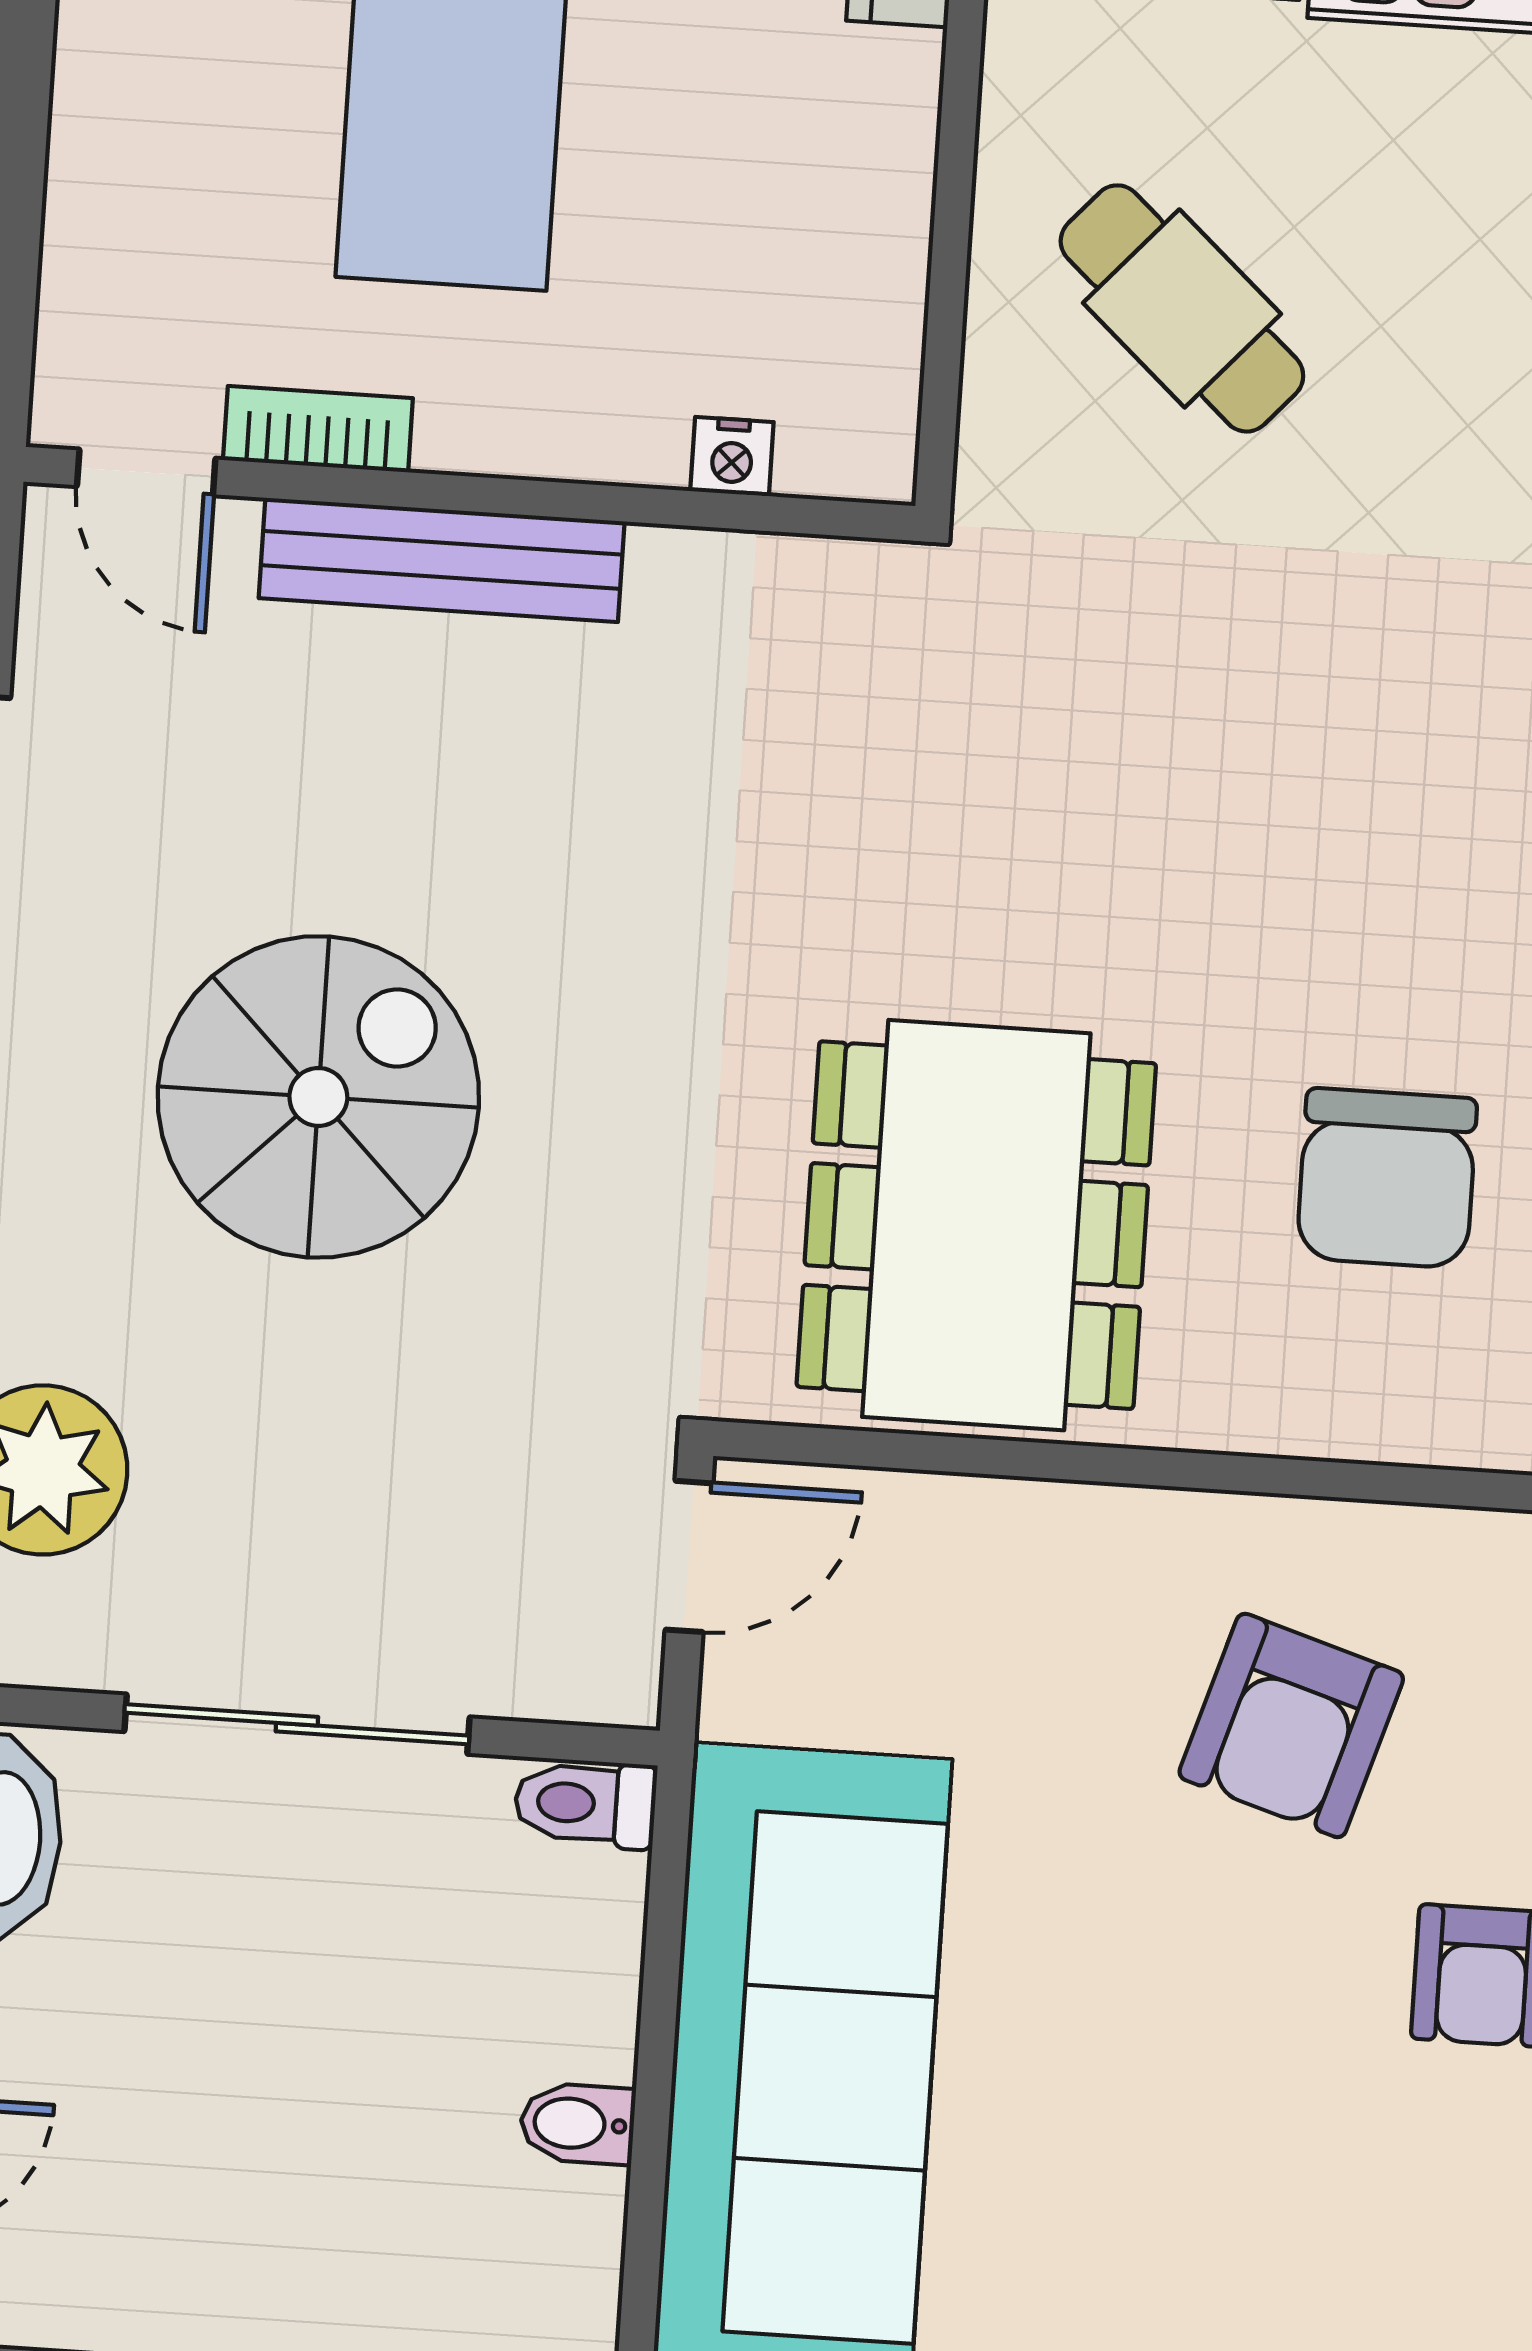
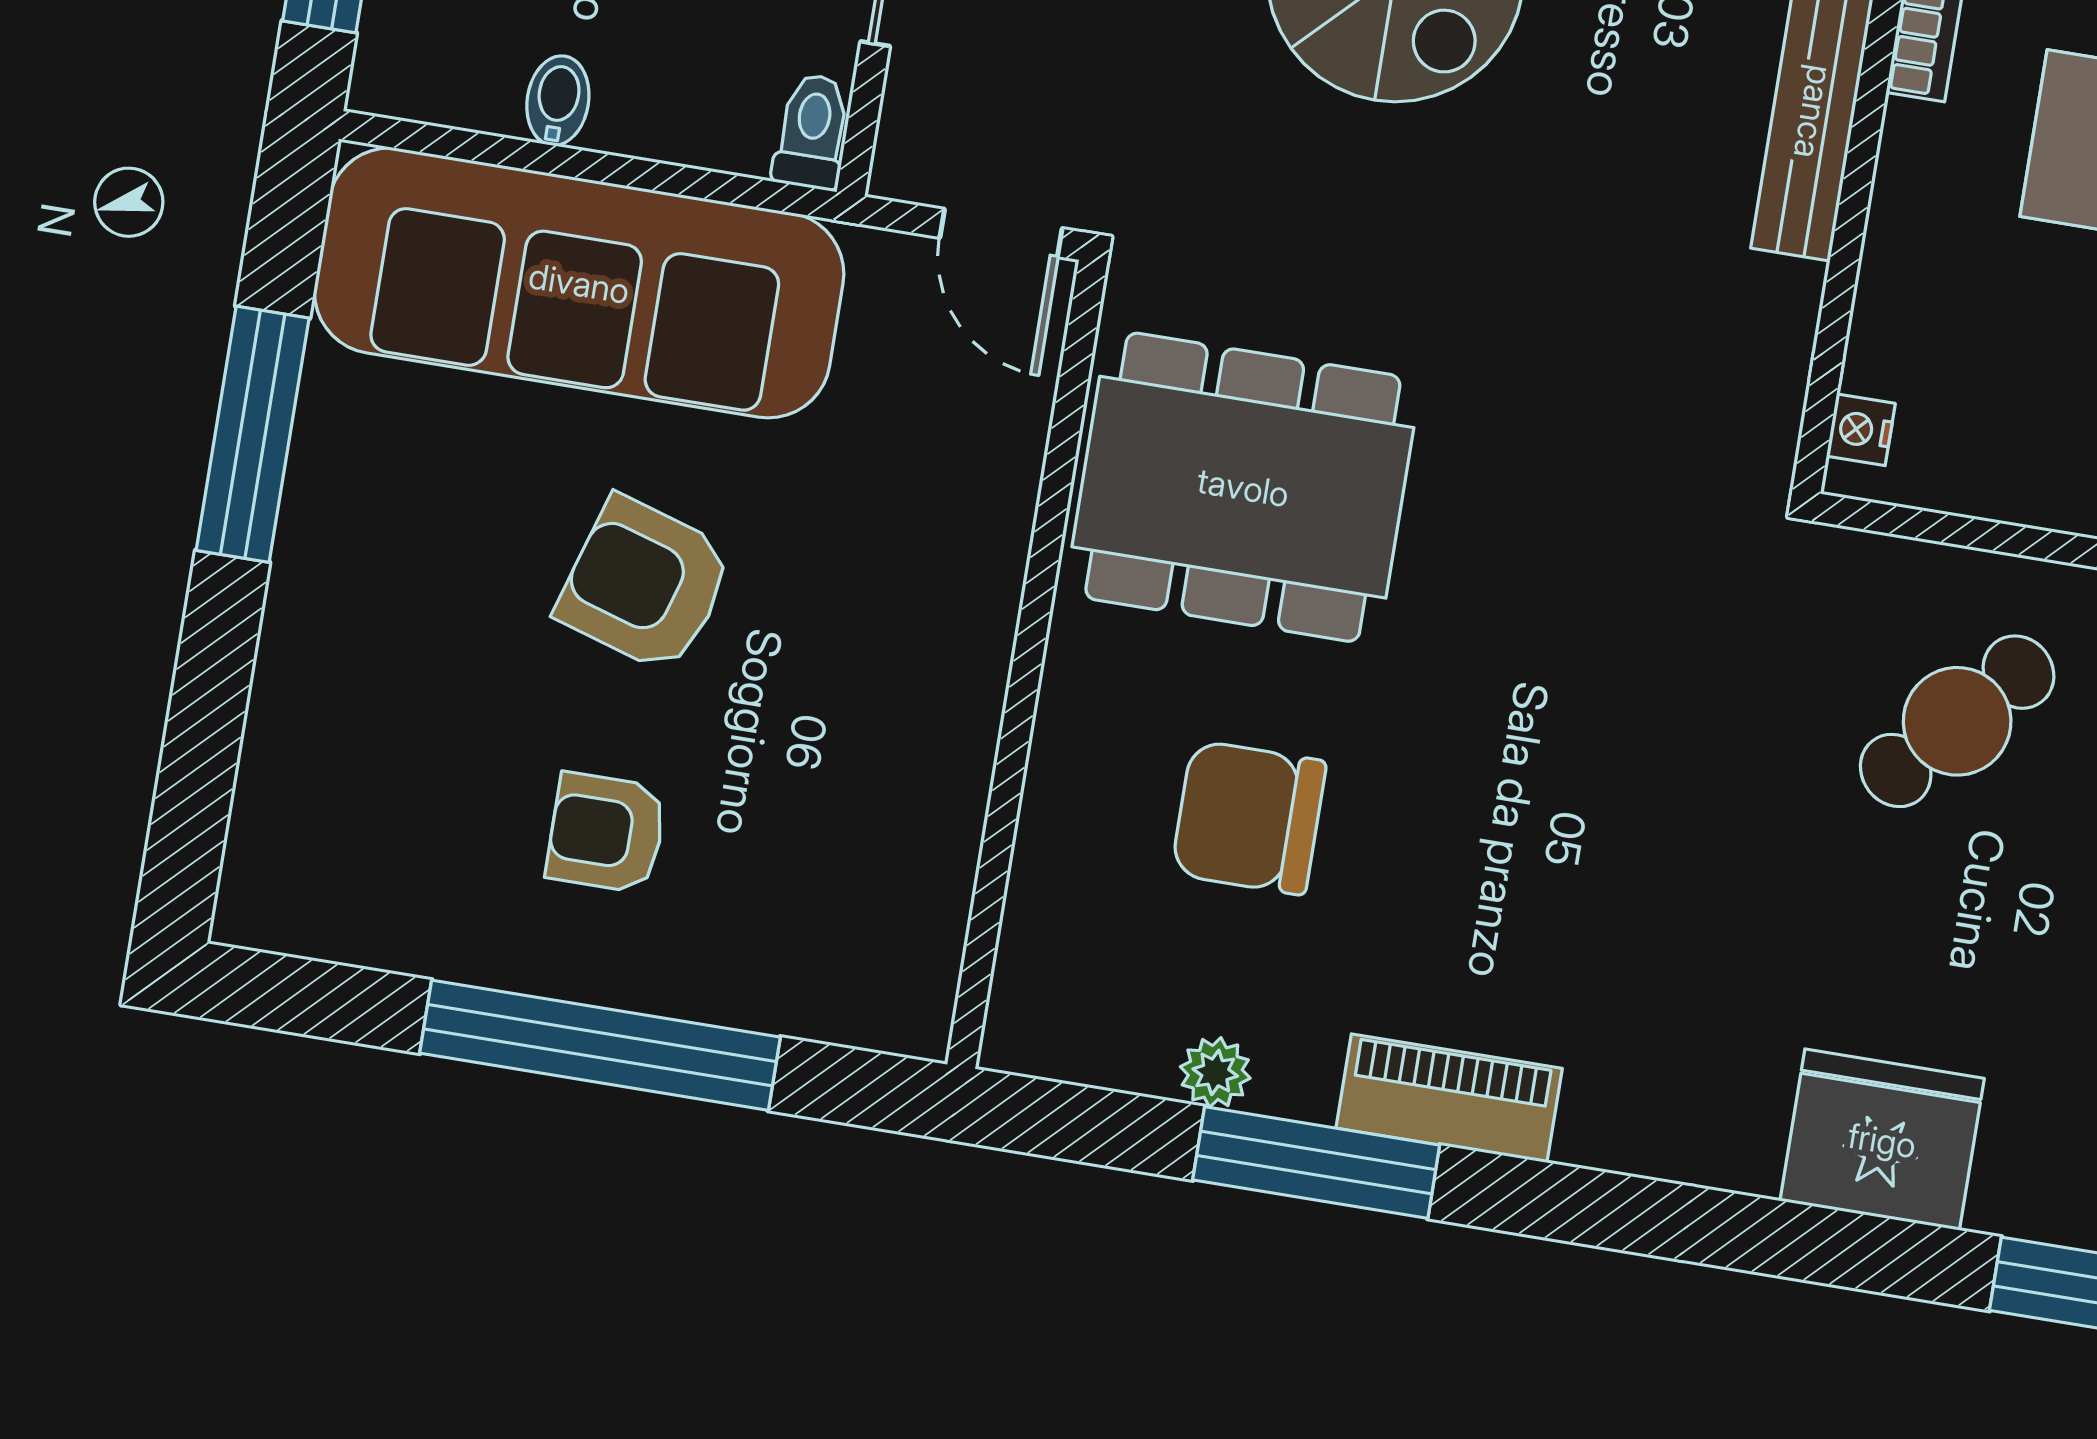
nightstand: (732, 457) -> (1861, 430), moved
armchair: (1291, 1725) -> (645, 584), moved

